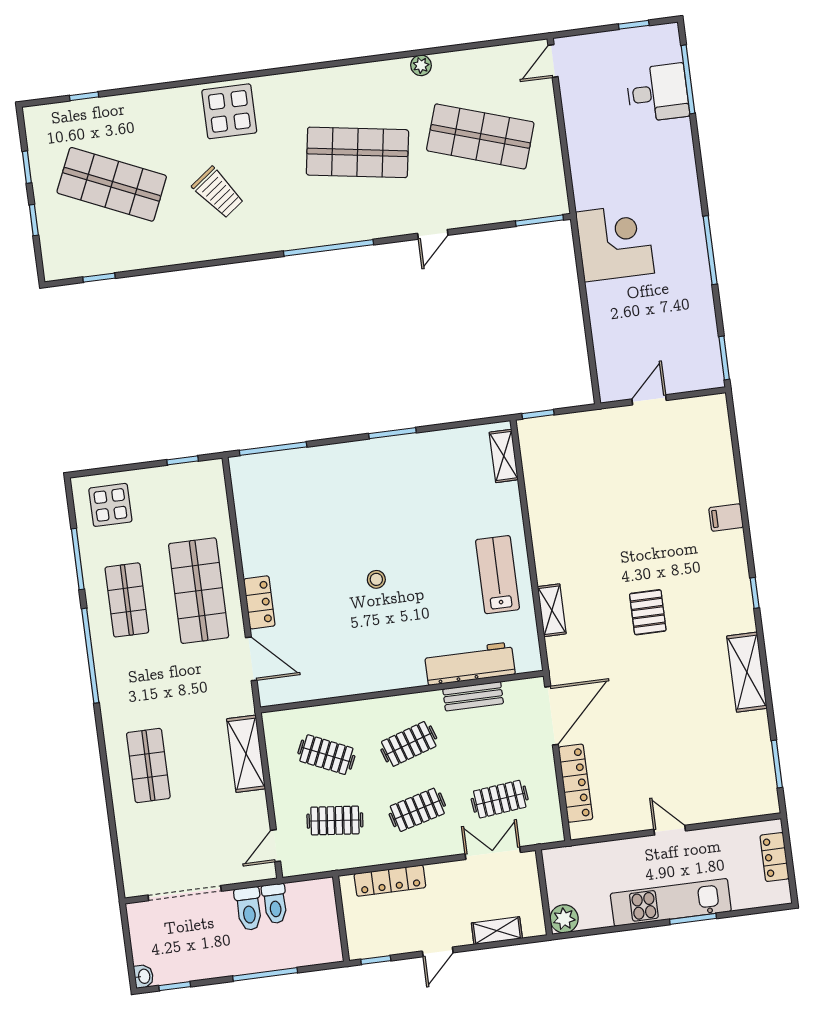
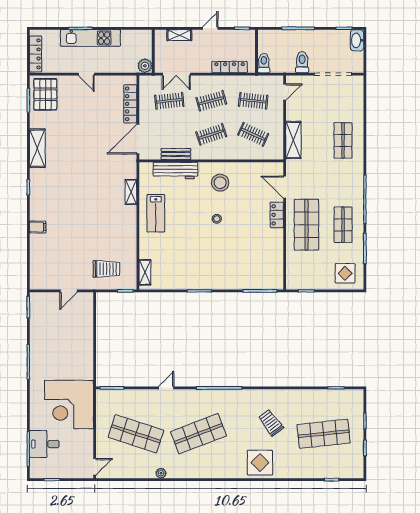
shop shelf: (357, 152) -> (198, 434), turned -30
shop shelf: (112, 184) -> (324, 434), turned -30
corner desk: (615, 243) -> (69, 404), moved, width x1.36, depth x1.36
trolley: (580, 453) -> (106, 269), added
pallet: (648, 612) -> (45, 94), moved, width x1.50, depth x1.42
stool: (379, 651) -> (220, 183), added
locker: (774, 857) -> (36, 54), width x1.53
toilet: (275, 904) -> (264, 63), moved
plant: (564, 919) -> (145, 66), moved
washbasin: (144, 976) -> (357, 40), width x1.91, depth x1.45

